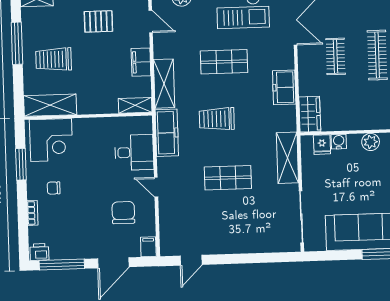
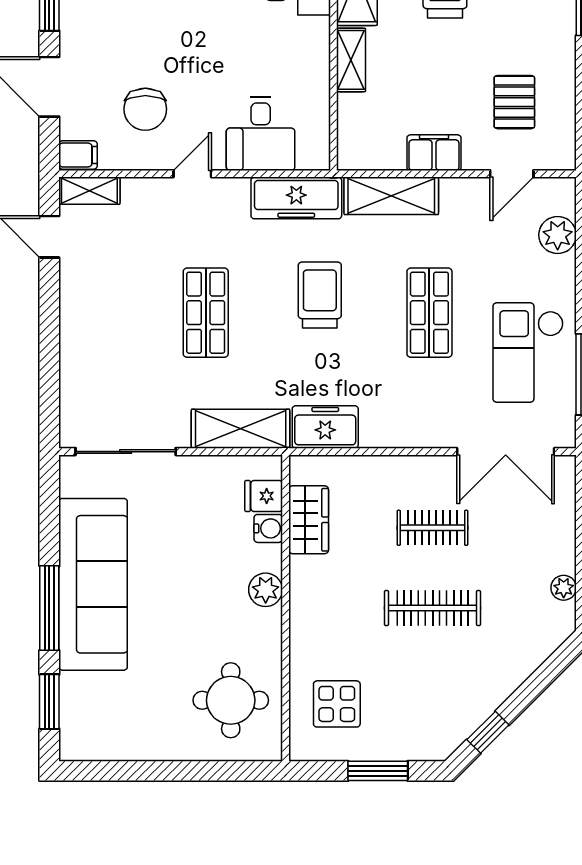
pallet: (98, 21) -> (514, 102), moved
freezer: (284, 87) -> (325, 427), moved
shelving: (135, 105) -> (351, 60), moved
wardrobe: (310, 114) -> (309, 520), moved, turned -90
chair: (123, 213) -> (145, 109), turned 90
shelving: (167, 240) -> (89, 191), added

